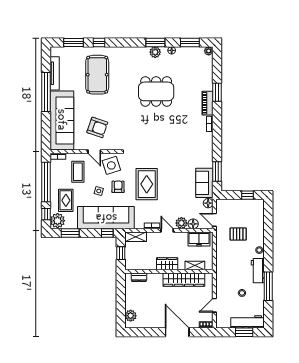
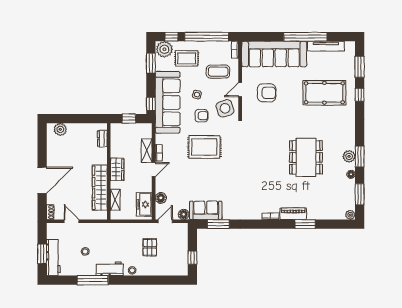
armchair: (97, 127) -> (267, 93), turned -109
plant: (181, 223) -> (162, 185), removed
shelving: (136, 237) -> (147, 151), moved

